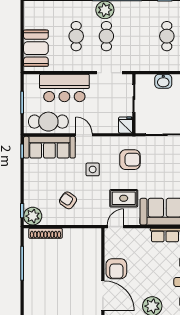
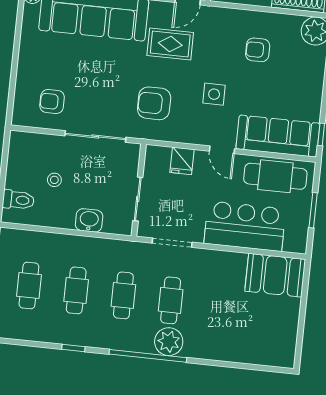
cafe table: (76, 36) -> (123, 295), moved
booth: (36, 48) -> (275, 275), moved, turned 90
fridge: (126, 125) -> (182, 161), moved
armchair: (68, 200) -> (258, 50), turned 145

